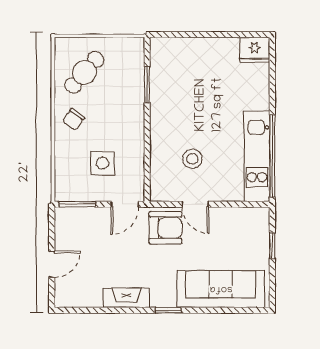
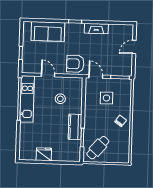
fridge: (255, 50) -> (44, 154), moved
cafe table: (84, 72) -> (98, 148), moved
kitchen counter: (162, 105) -> (75, 127), added
door: (125, 204) -> (96, 77), hinge flipped
door: (195, 204) -> (48, 75), moved
sofa: (221, 289) -> (48, 31), width x0.73

